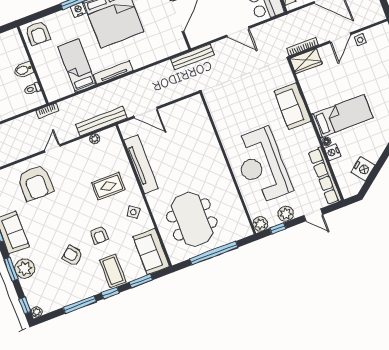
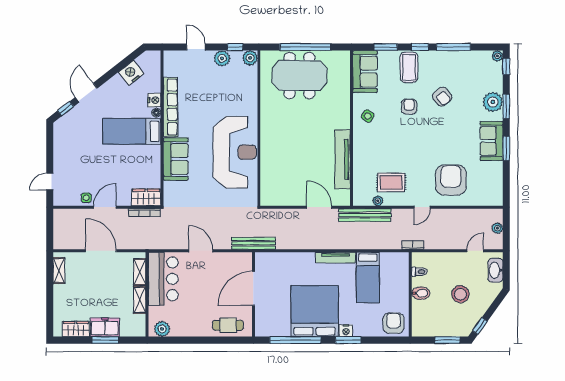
reception desk: (262, 166) -> (235, 152), moved
row of seats: (325, 176) -> (170, 107), moved
rug: (108, 186) -> (391, 182), moved
meeting table: (192, 219) -> (299, 76), moved, turned 90

